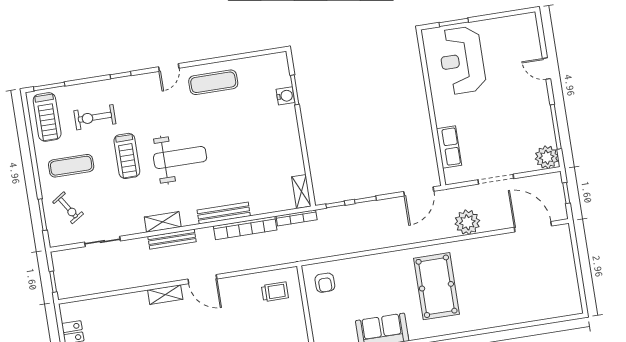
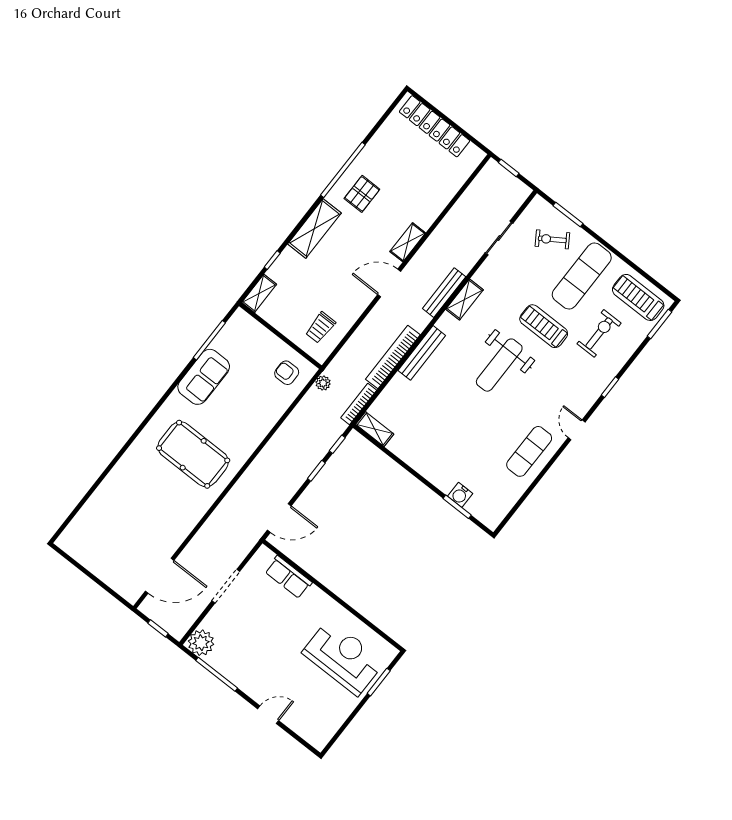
exercise mat: (71, 166) -> (582, 276), width x1.36, depth x1.45
door: (419, 191) -> (279, 518), swing flipped
plant: (467, 222) -> (323, 383), moved, width x0.53, depth x0.53

